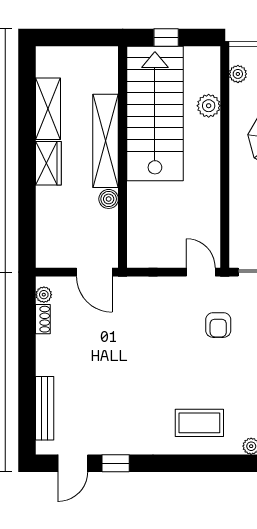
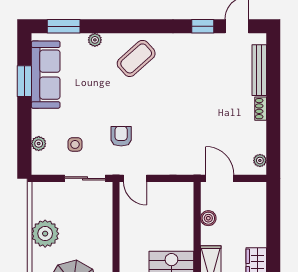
boiler: (109, 199) -> (208, 218), moved
shoe rack: (43, 319) -> (261, 109), moved
coffee table: (199, 423) -> (136, 58), turned -42

